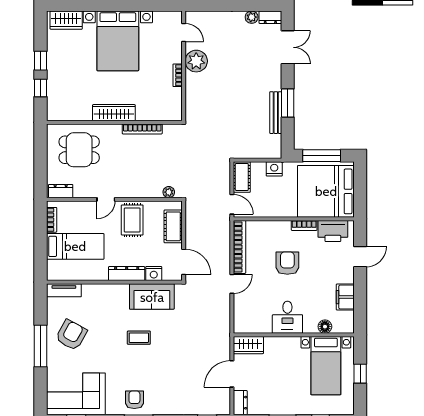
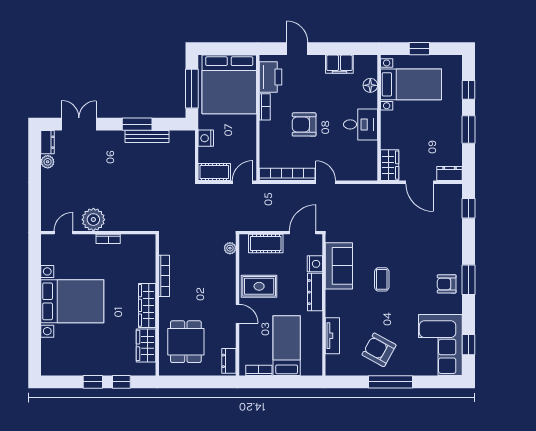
wardrobe: (66, 20) -> (146, 345), moved, turned 180
tv unit: (64, 290) -> (332, 336), moved

